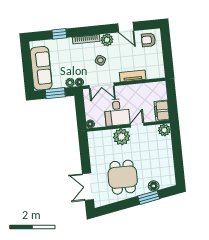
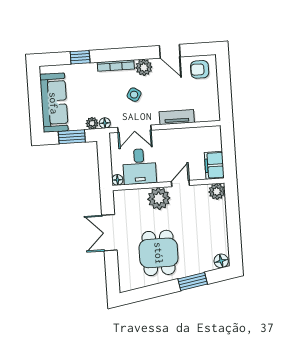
desk: (117, 112) -> (139, 166), moved
floor lamp: (154, 186) -> (221, 261), moved
double door: (88, 187) -> (109, 233), moved

